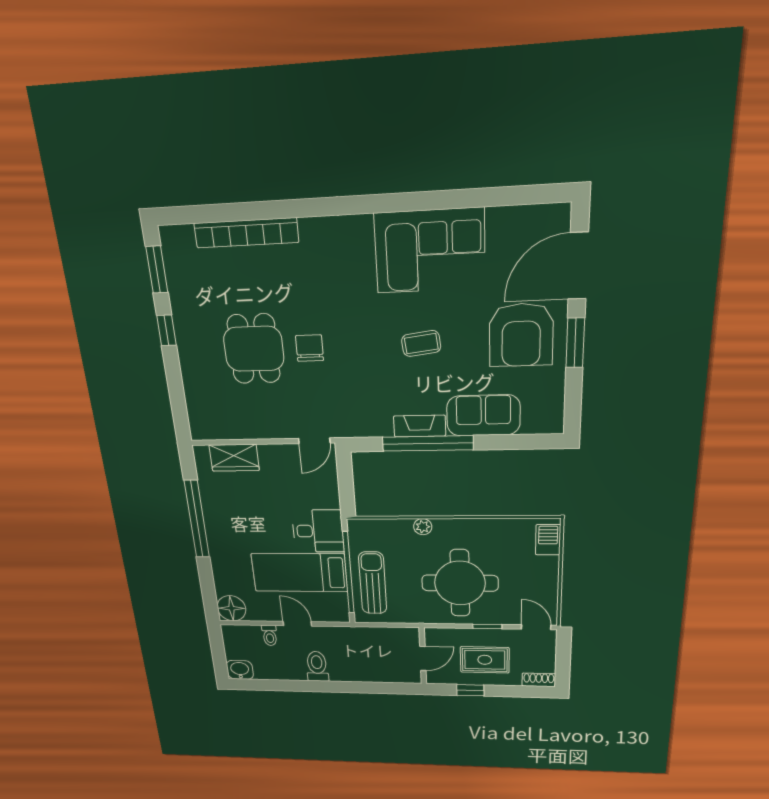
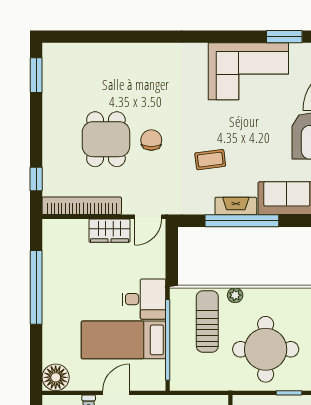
window: (478, 198) -> (284, 37), added
bookcase: (246, 233) -> (82, 206), moved, turned 180
window: (167, 330) -> (36, 179), moved
coffee table: (421, 344) -> (210, 160), moved
wardrobe: (234, 458) -> (109, 231), moved
sun lounger: (373, 583) -> (207, 322), moved
door: (297, 624) -> (116, 393), hinge flipped

